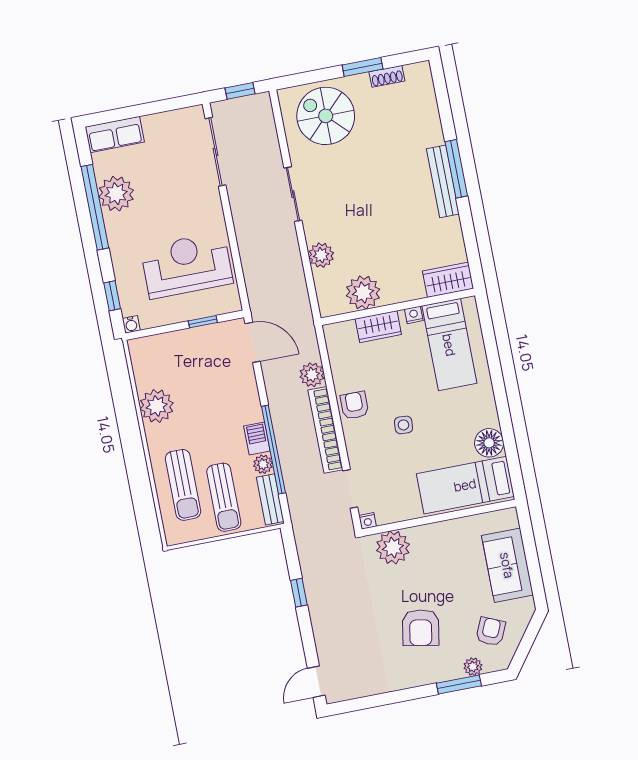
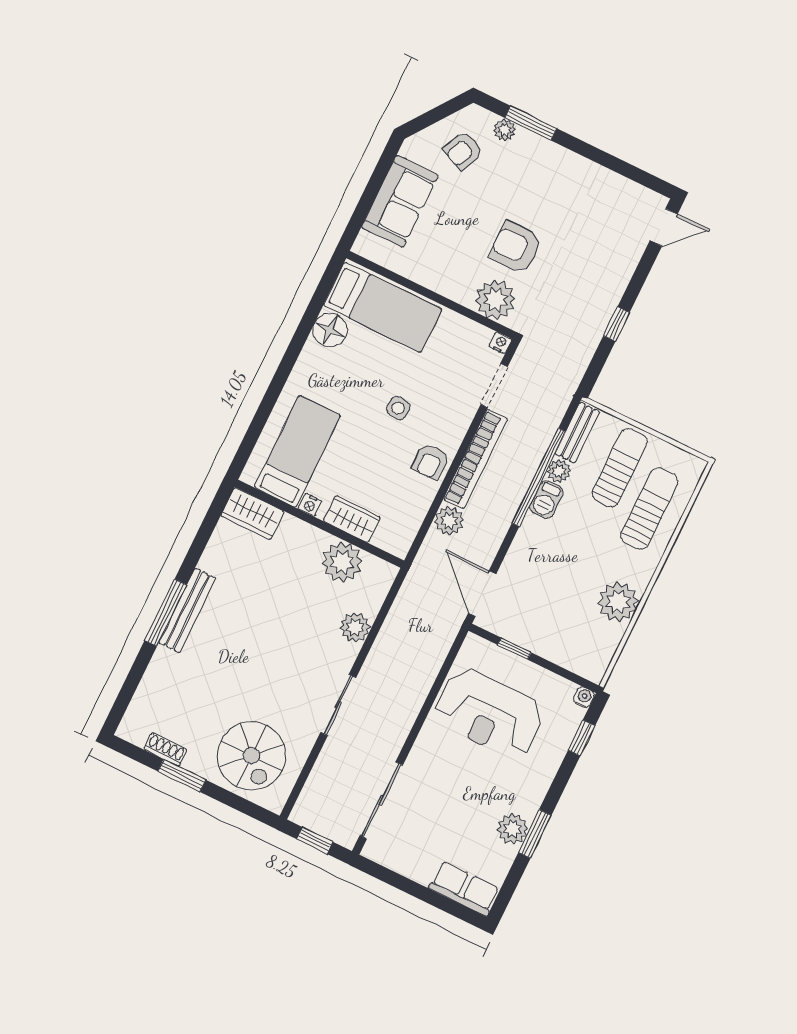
plant: (116, 194) -> (513, 829), width x0.73, depth x0.73
window: (95, 207) -> (535, 834), width x0.47
armchair: (421, 628) -> (516, 247), moved, turned -100

